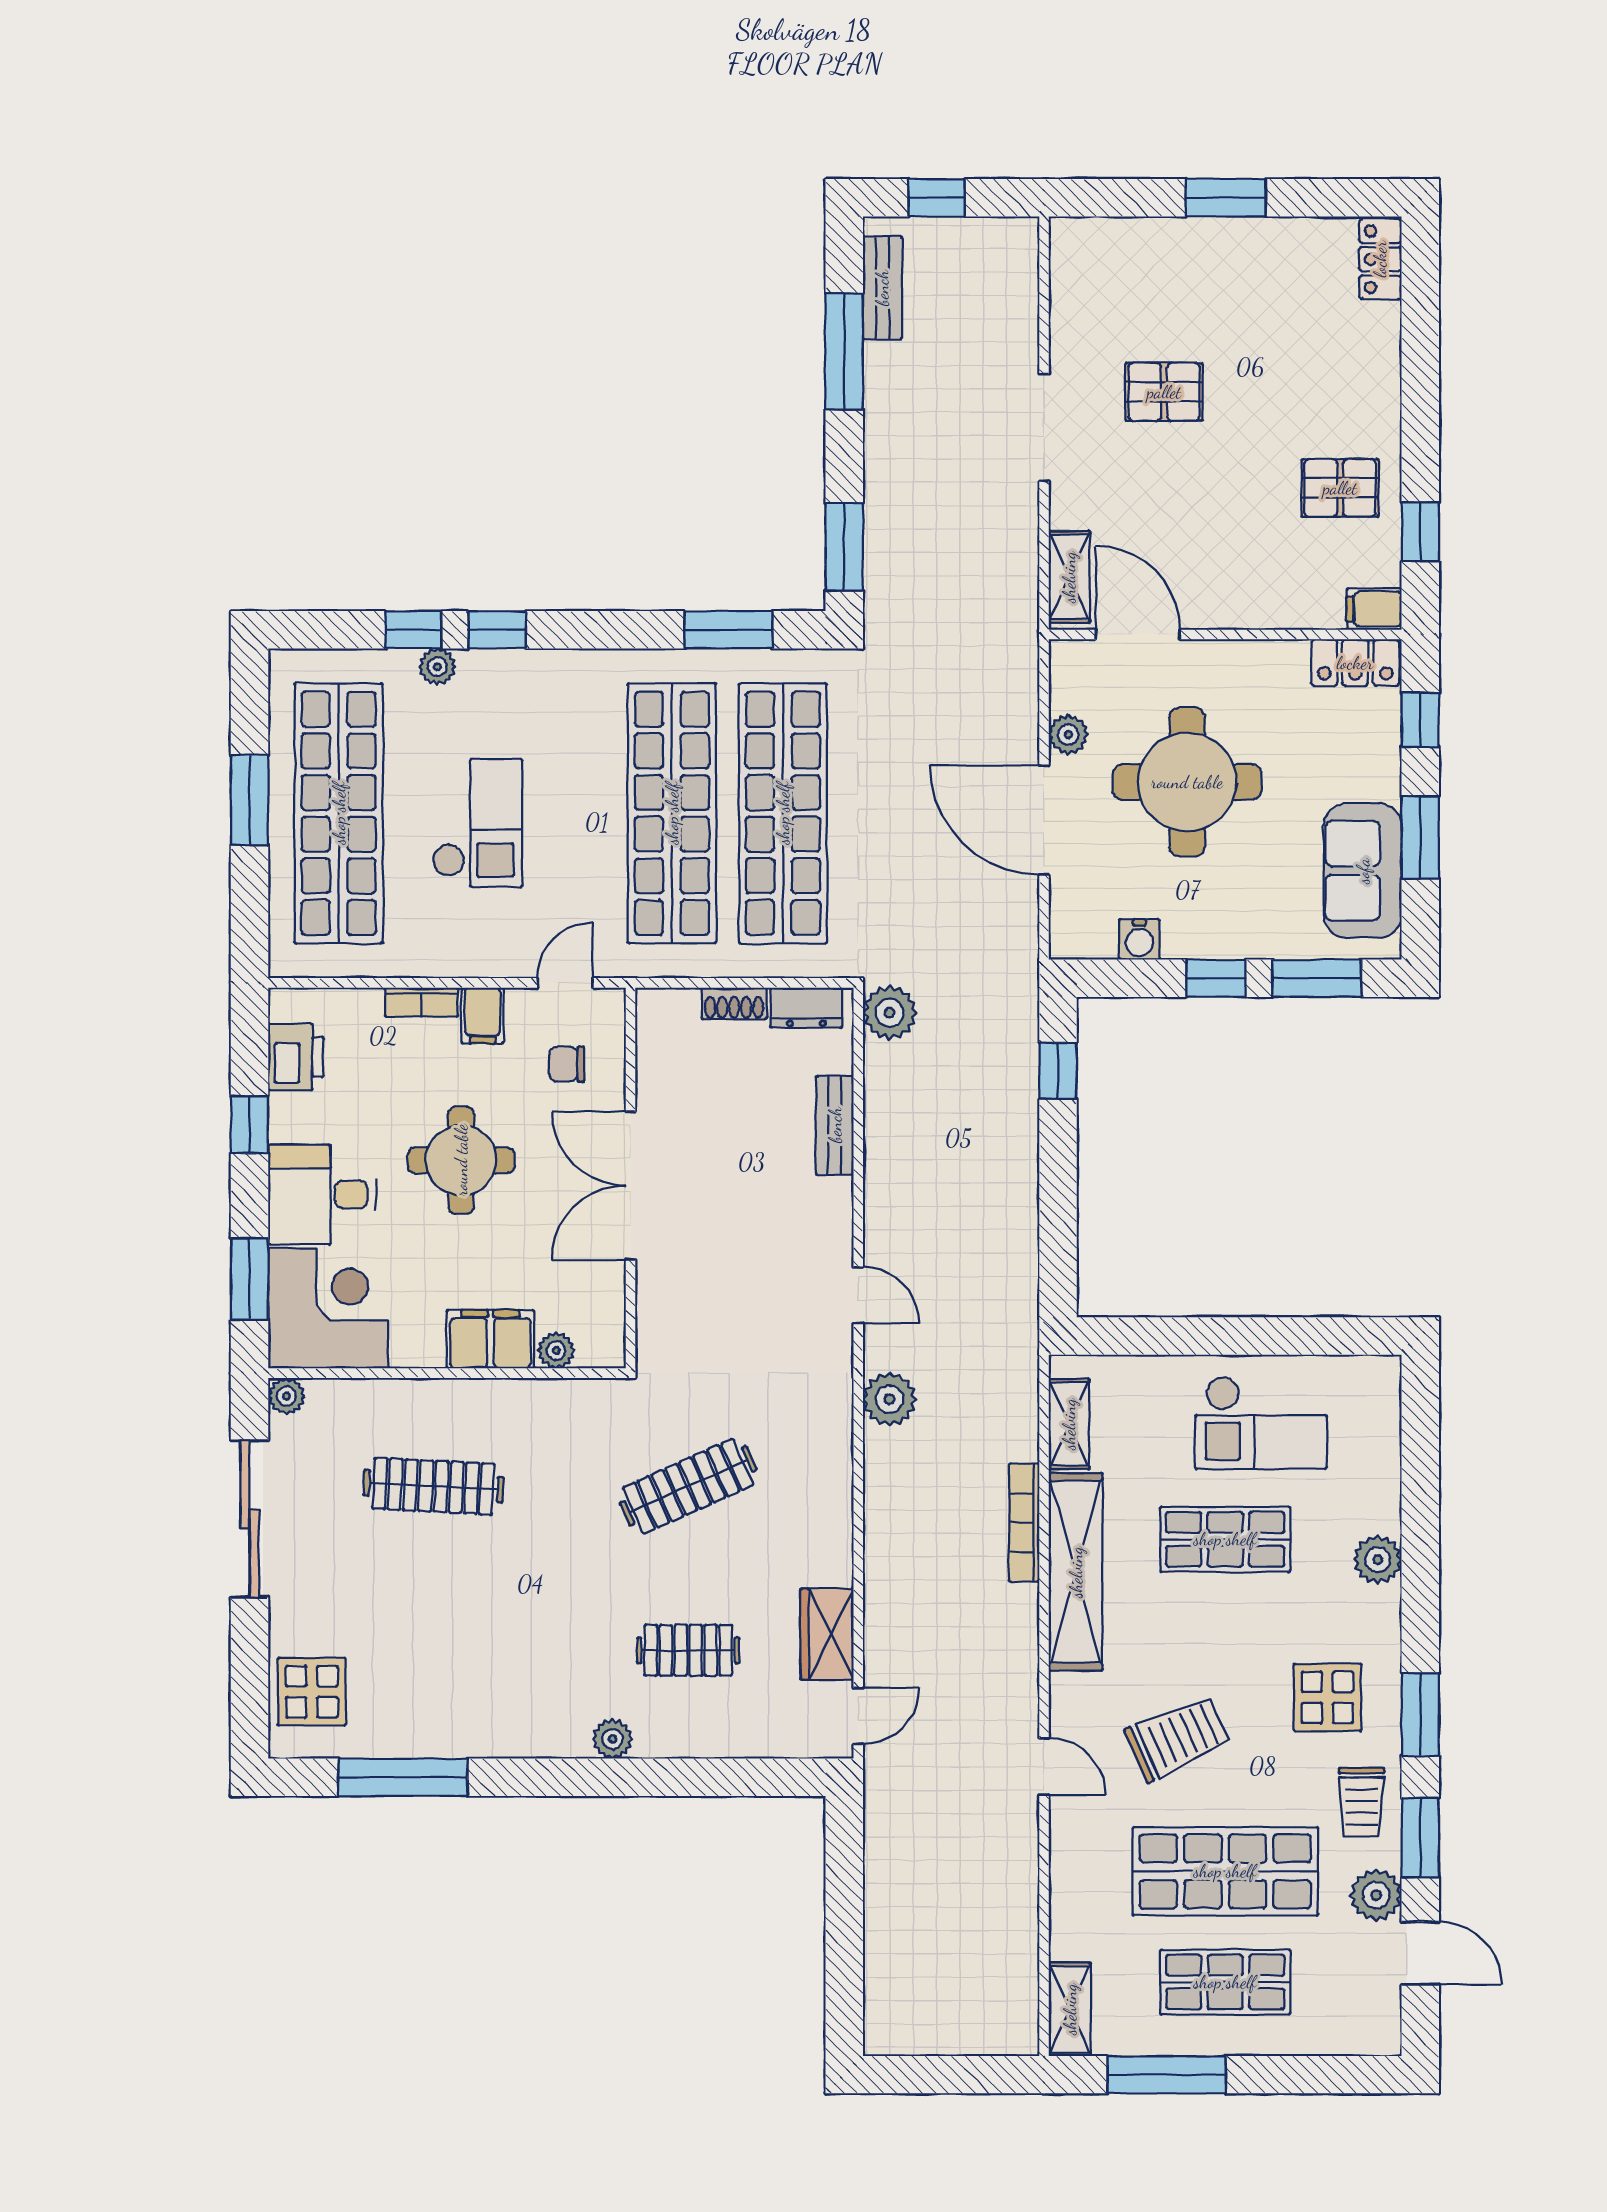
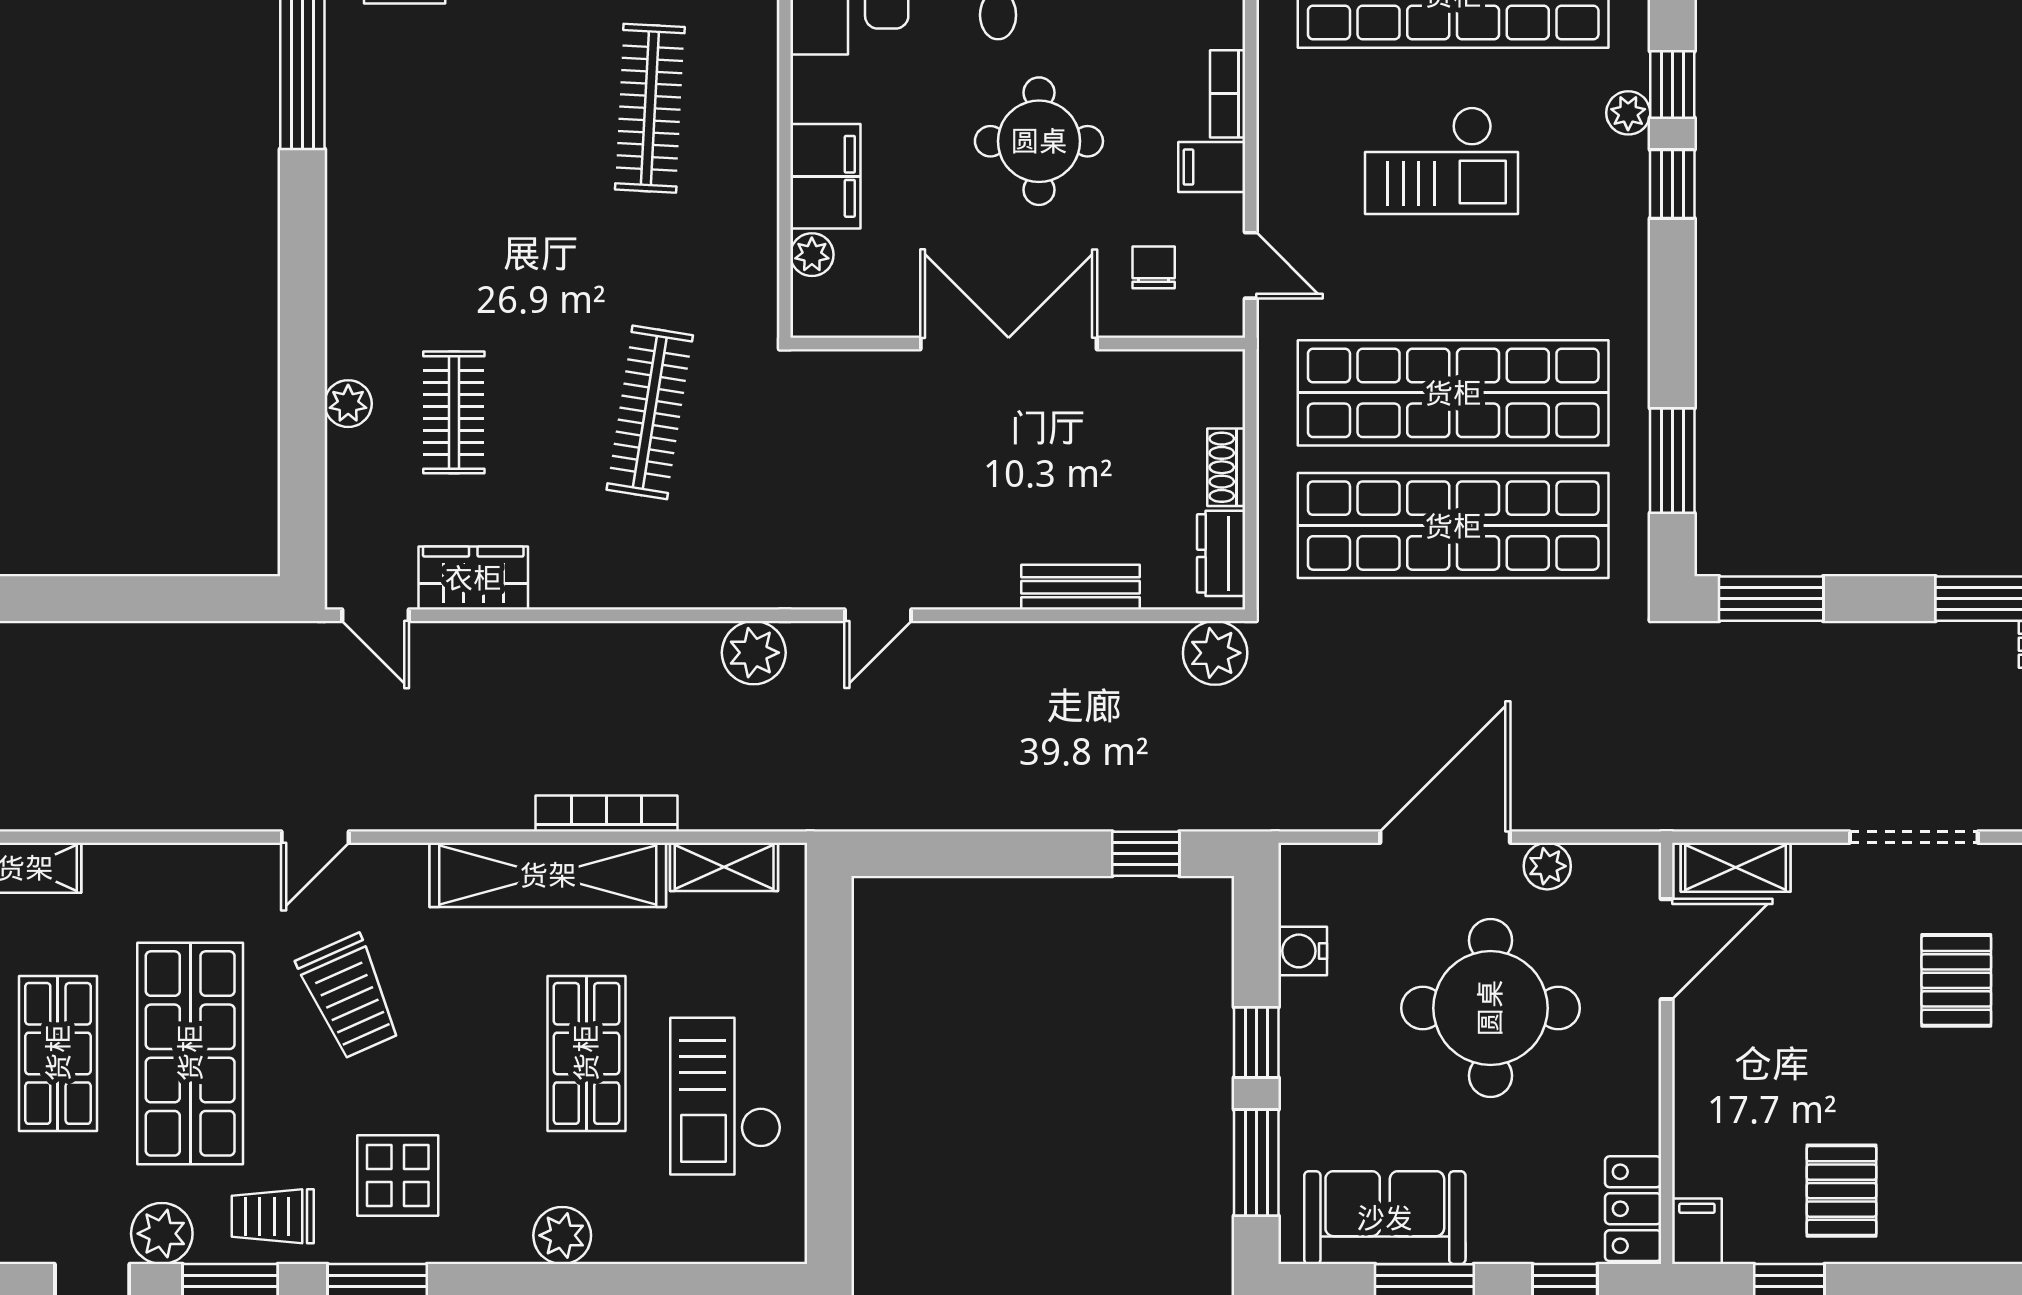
clothes rail: (688, 1486) -> (650, 412), turned 33
plant: (612, 1739) -> (348, 404), moved

